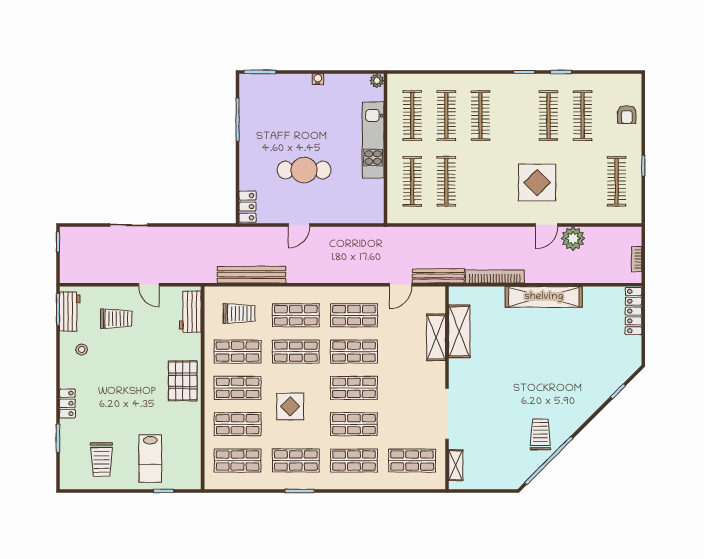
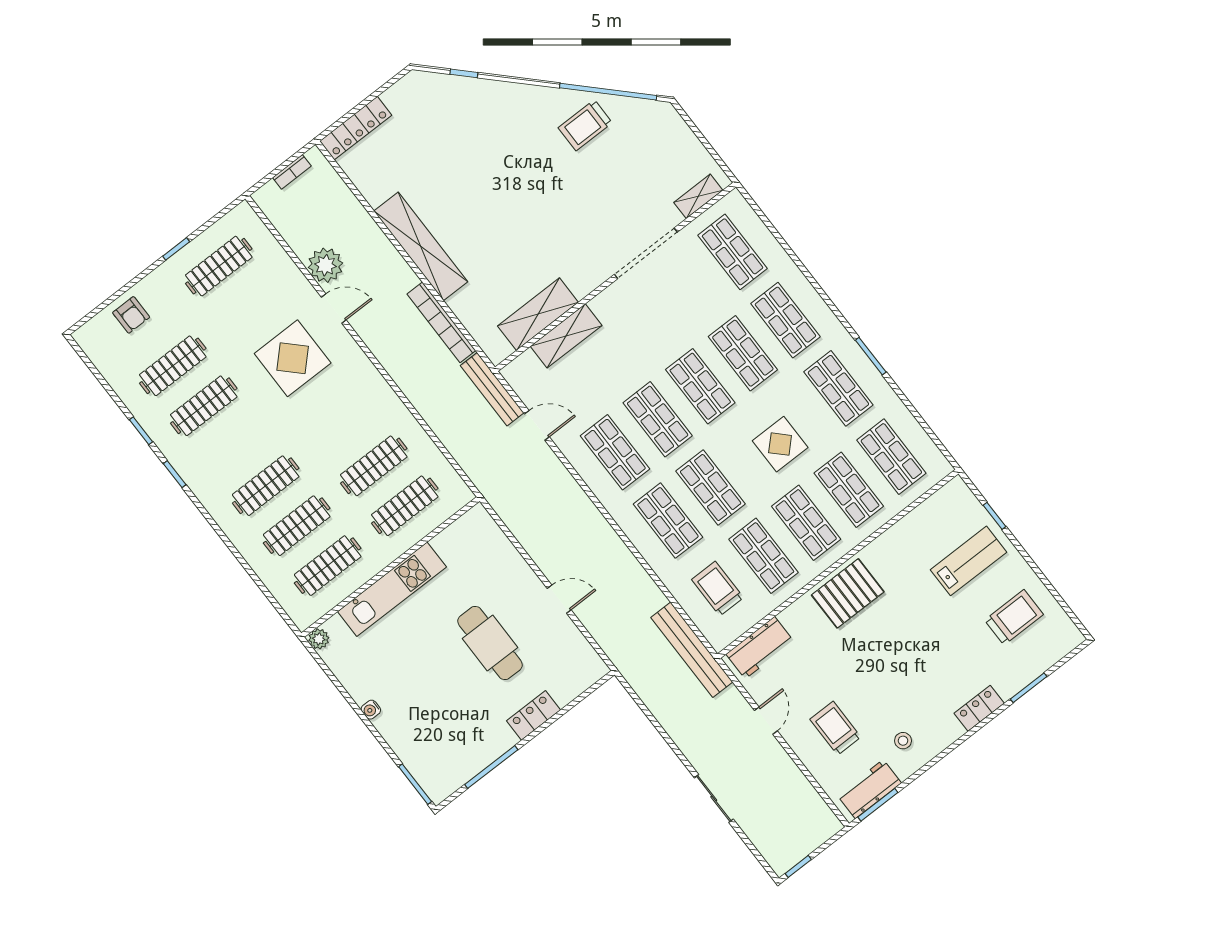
armchair: (627, 114) -> (131, 315), turned 90
locker: (248, 207) -> (534, 715), moved
bench: (252, 275) -> (692, 650), moved

